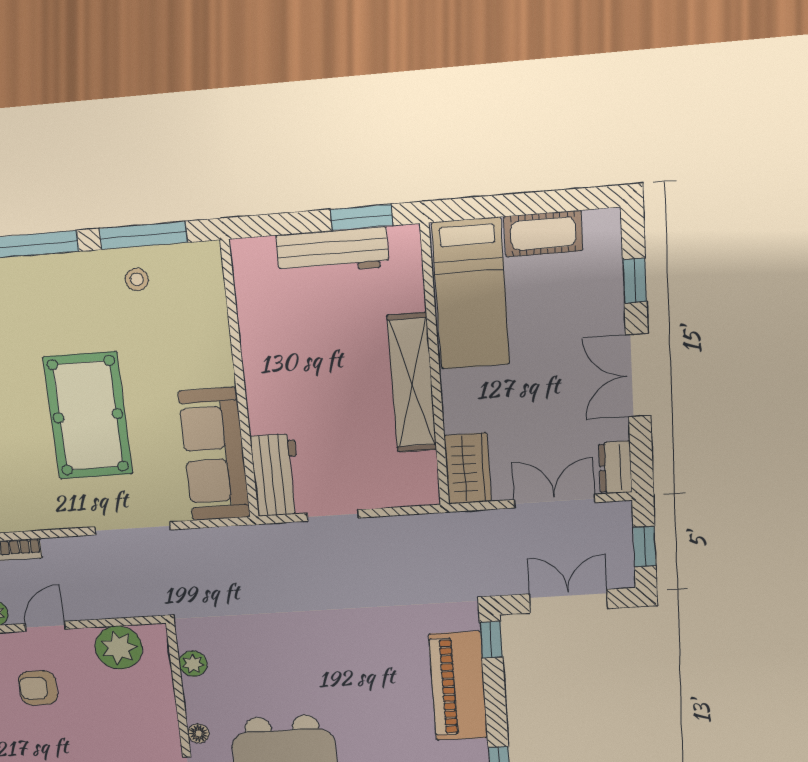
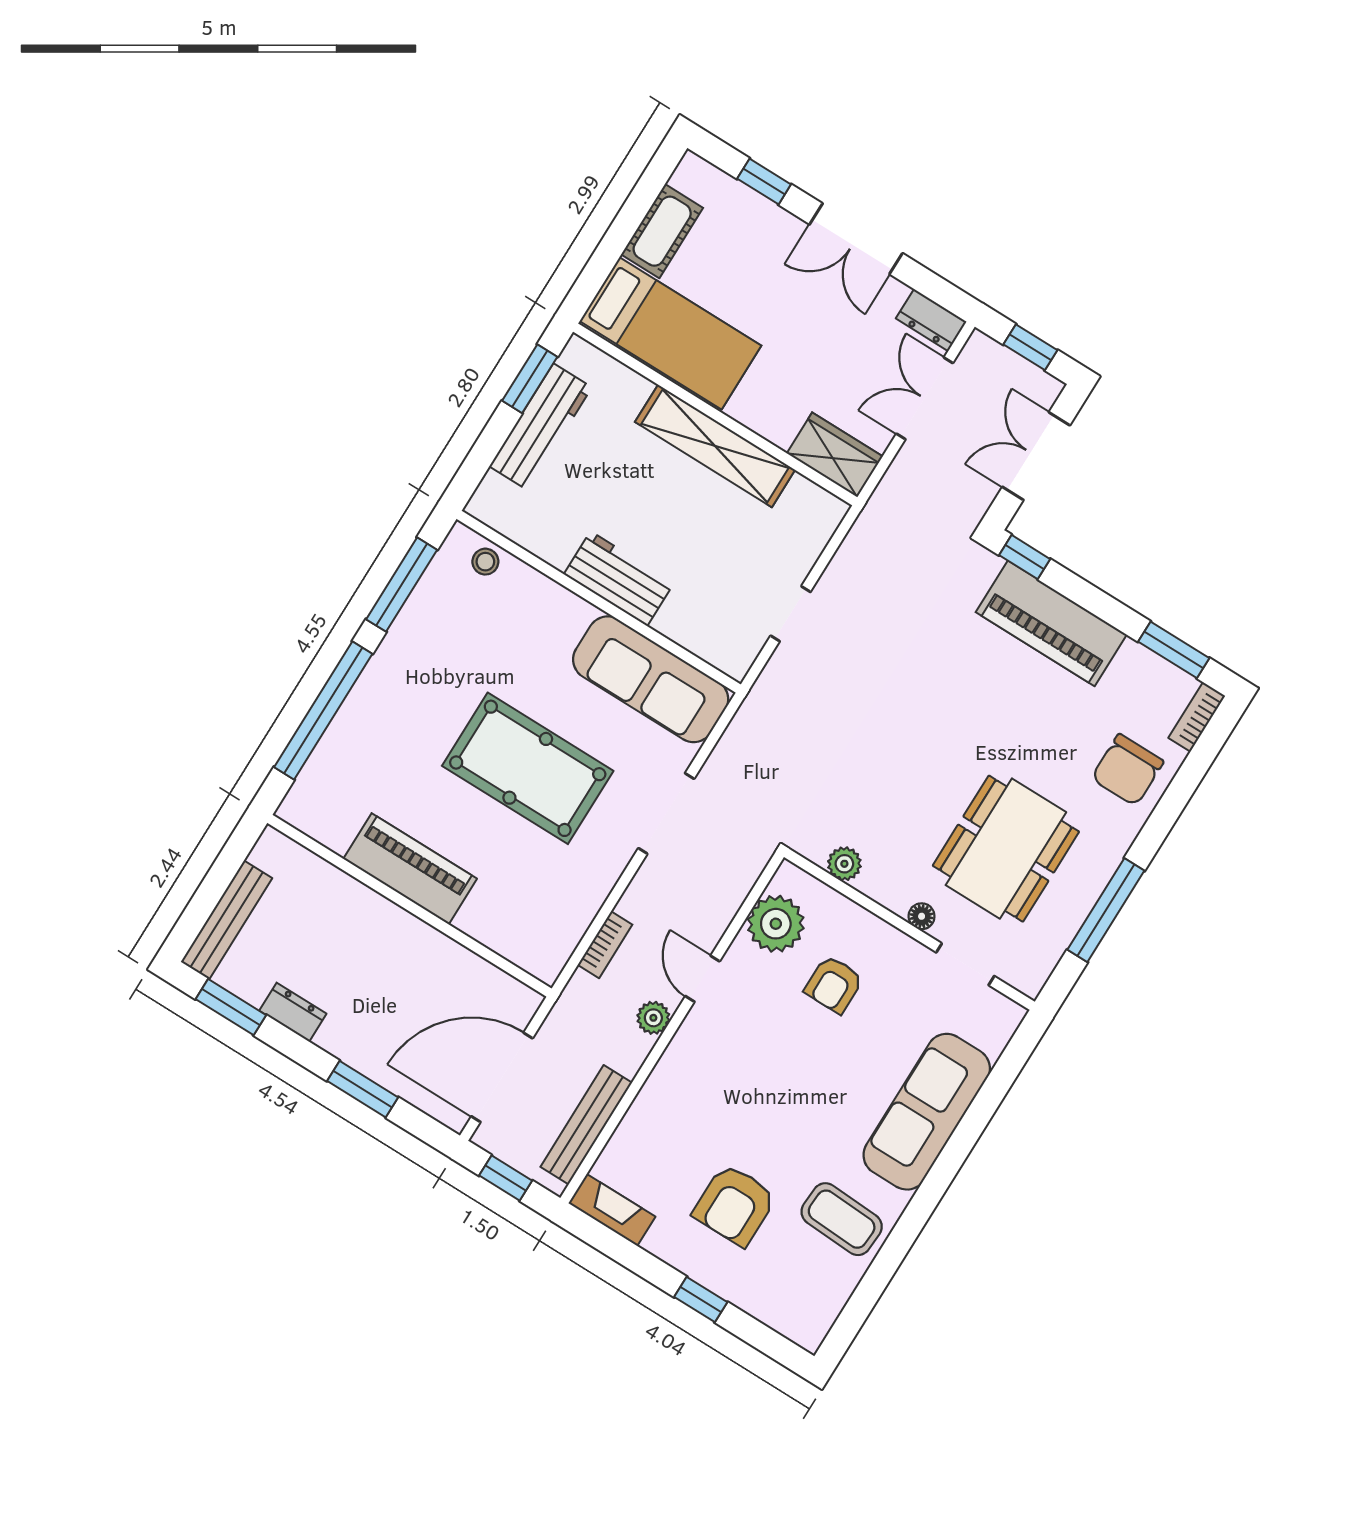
stool: (137, 279) -> (485, 562), moved
workbench: (276, 475) -> (619, 579), moved
armchair: (38, 688) -> (834, 984), moved

